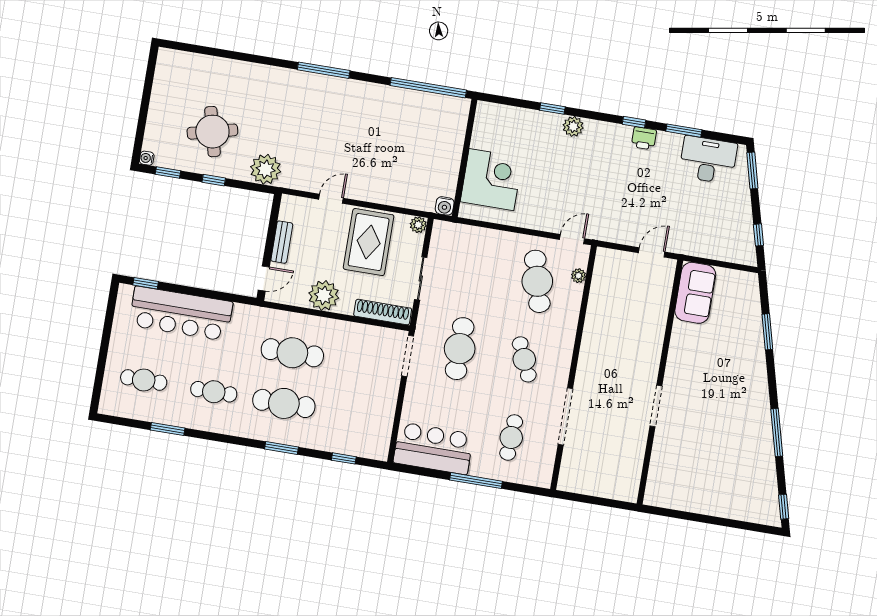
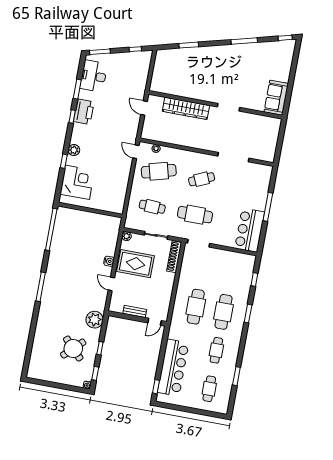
round table: (212, 132) -> (73, 349), turned -30
printer: (644, 138) -> (84, 112), width x1.87, depth x1.48
corner desk: (491, 180) -> (77, 182), moved, turned 90
water cooler: (445, 206) -> (109, 261), moved
door: (264, 278) -> (155, 322), swing flipped
sofa: (695, 293) -> (276, 98), moved, turned -90
plant: (324, 295) -> (164, 289), removed
wardrobe: (652, 329) -> (186, 108), added
cafe table: (511, 437) -> (152, 207), moved

